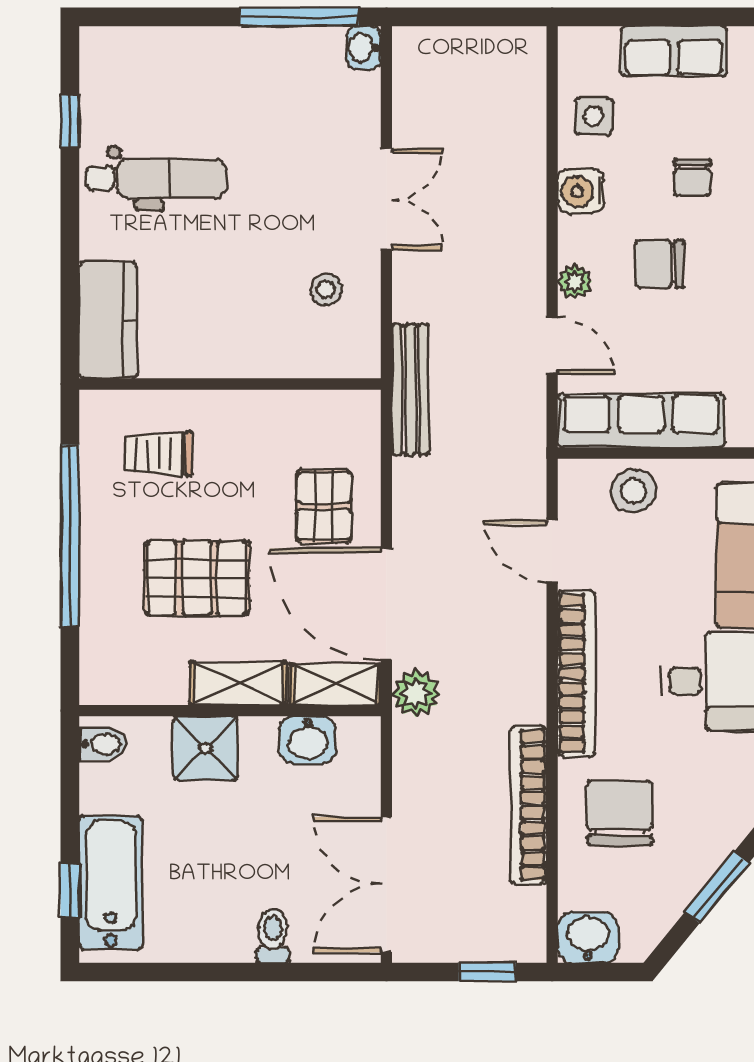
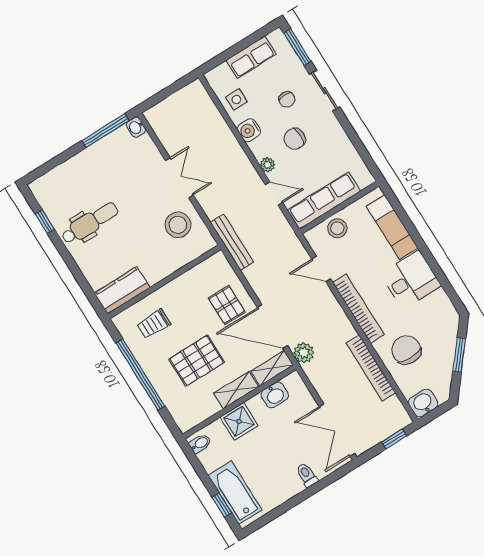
stool: (326, 290) -> (178, 225), width x1.89, depth x1.89
kitchen counter: (108, 320) -> (122, 290), moved, turned -90

